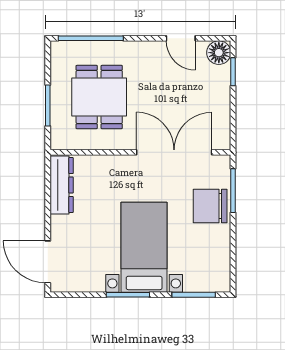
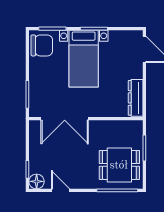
dining table: (99, 97) -> (119, 165), moved, turned 90
chair: (210, 206) -> (42, 45), moved

